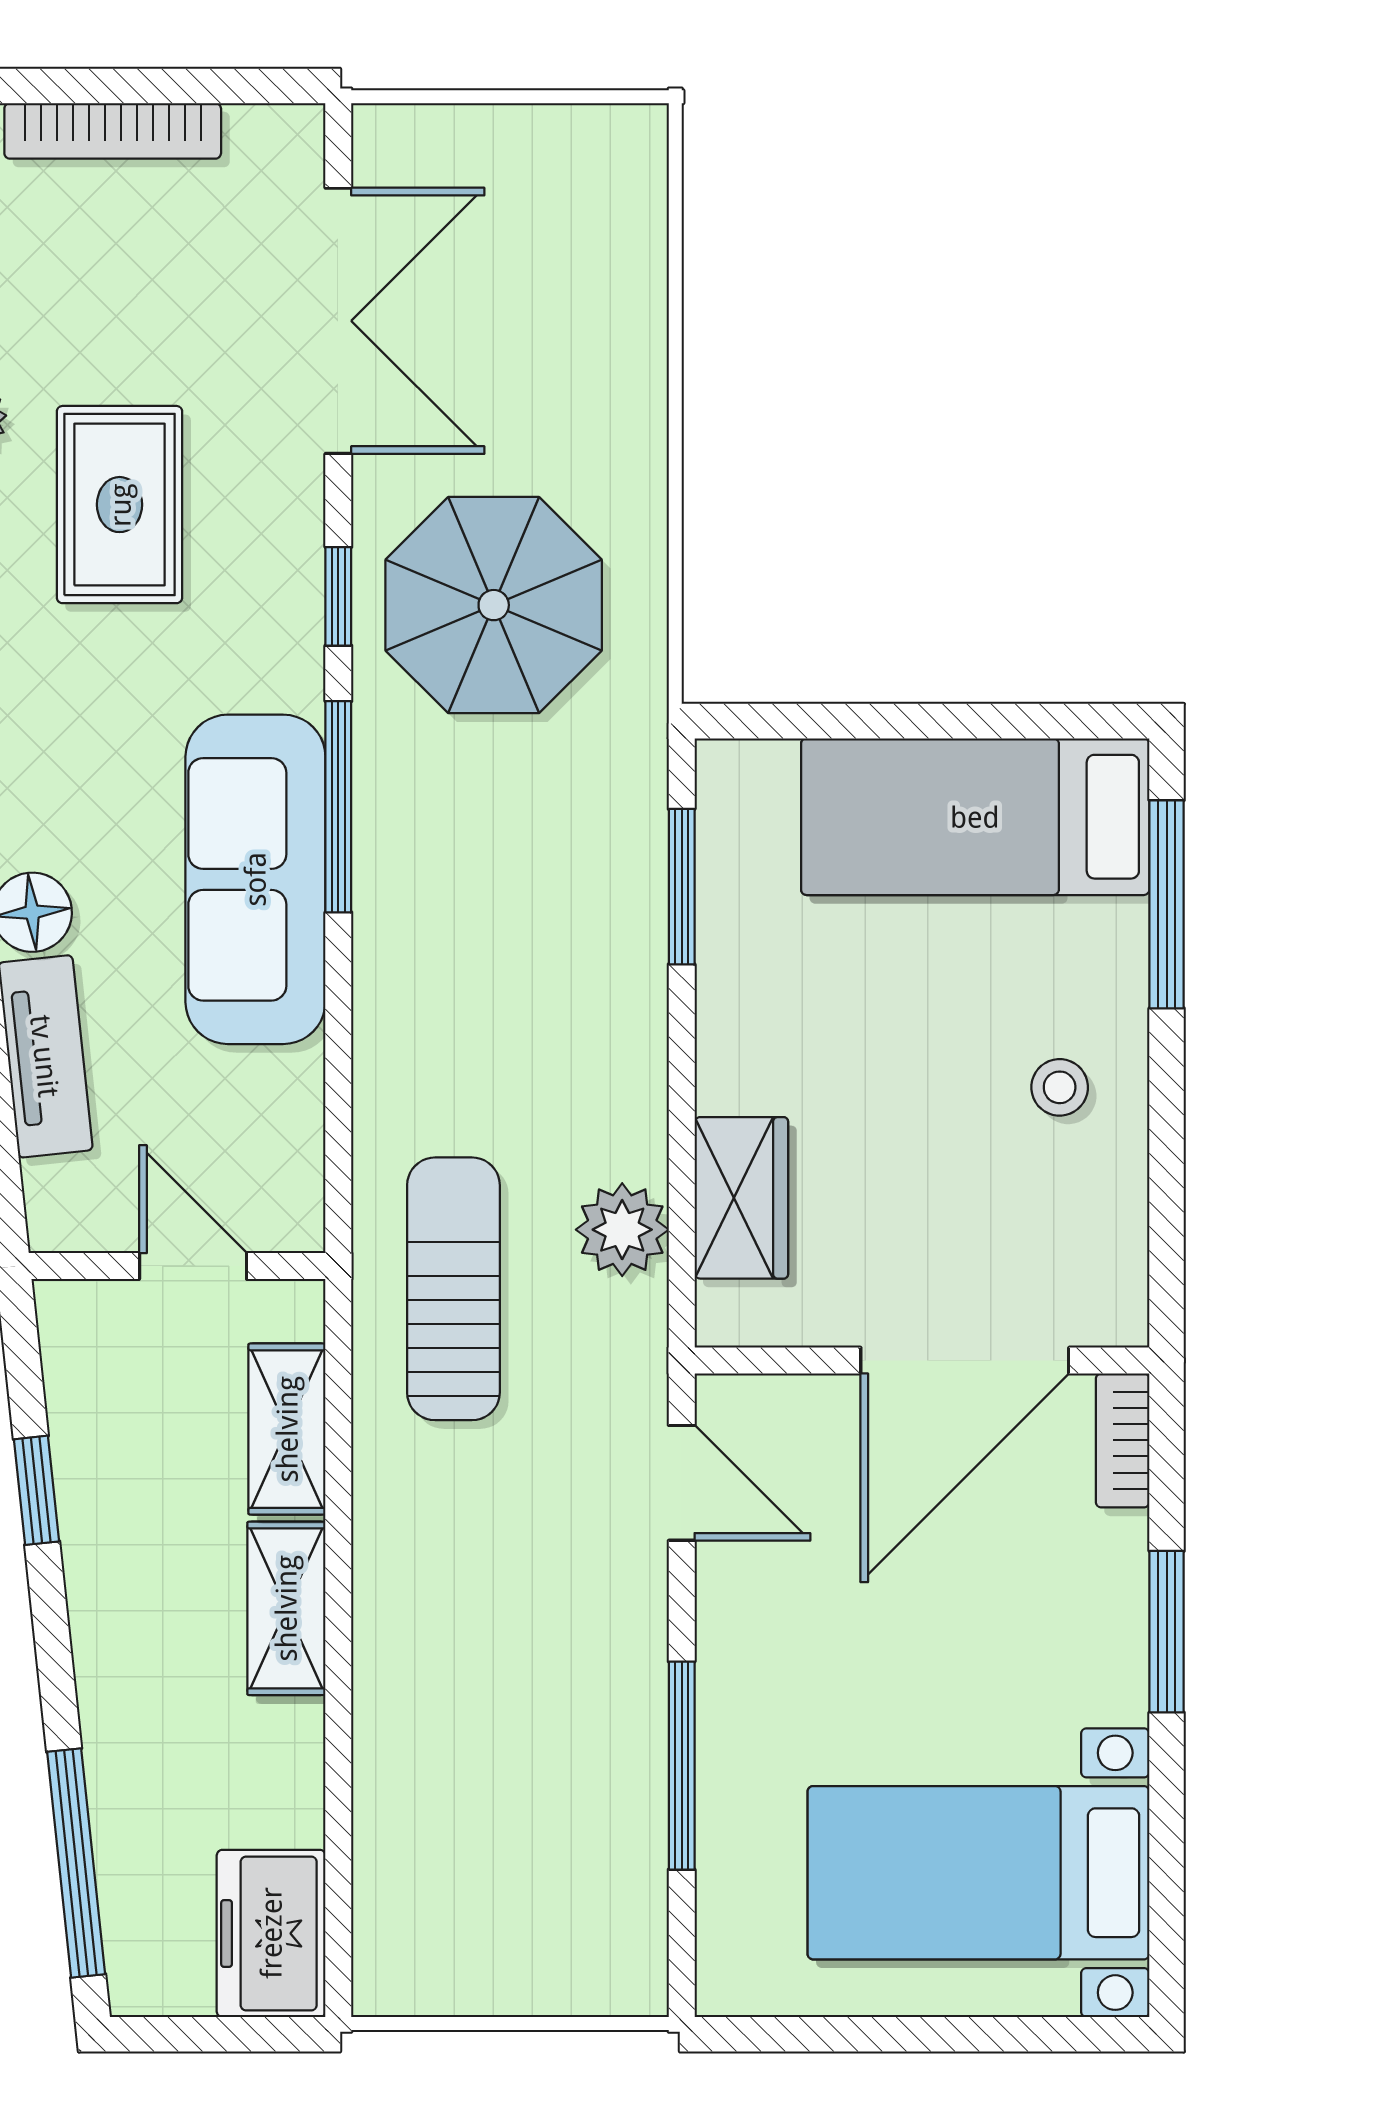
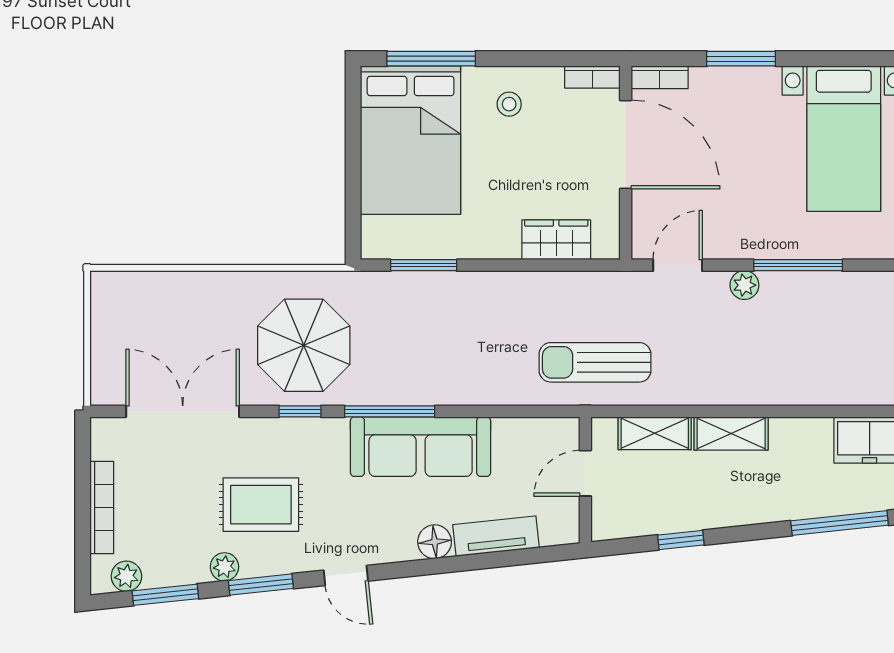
bed: (975, 817) -> (411, 140), width x1.50
plant: (622, 1230) -> (744, 285), moved, width x0.73, depth x0.73
bookcase: (1123, 1283) -> (592, 77), added

